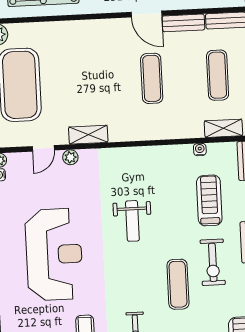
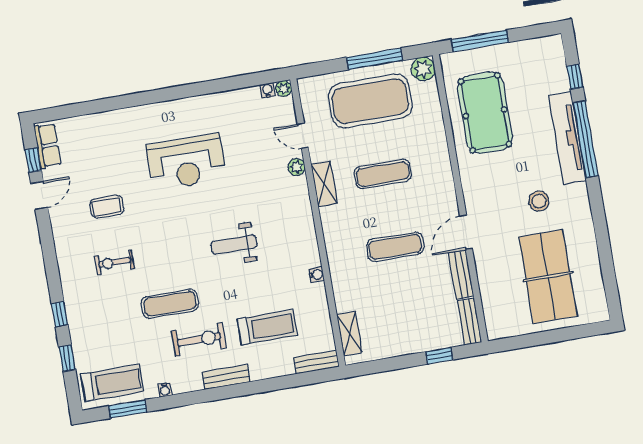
exercise mat: (218, 75) -> (383, 174), moved
water cooler: (200, 150) -> (317, 275), moved
reception desk: (54, 254) -> (186, 162), width x0.74, depth x0.77
exercise bike: (213, 262) -> (199, 339), turned 180

